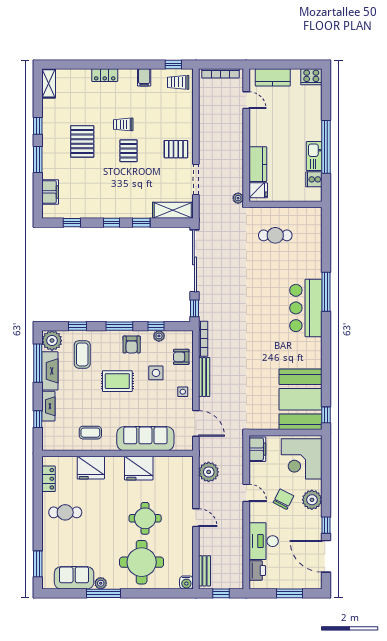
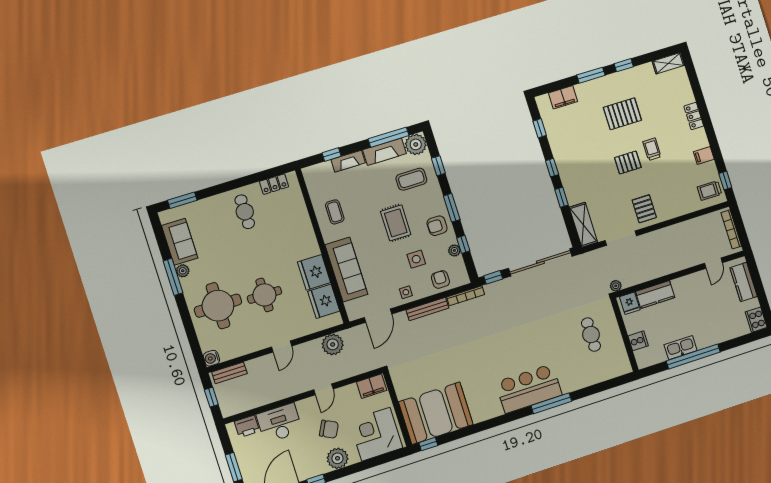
trolley: (178, 82) -> (710, 191), turned -90
cooker: (314, 179) -> (638, 341), moved, turned 90
fridge: (91, 468) -> (324, 301), moved

